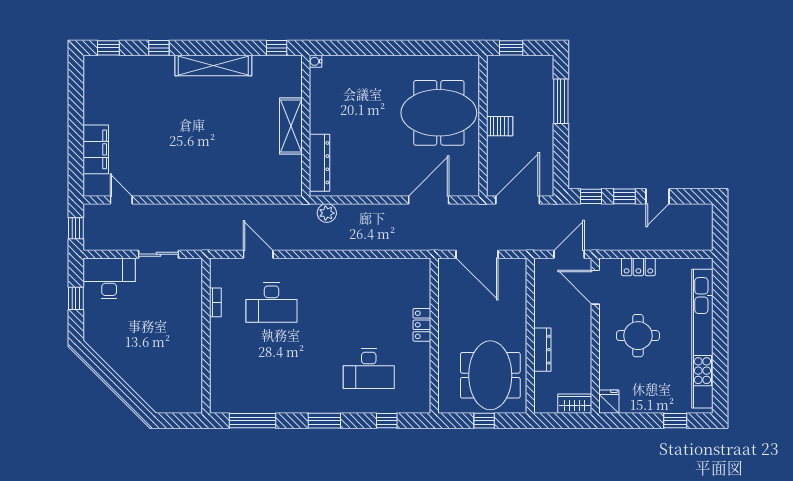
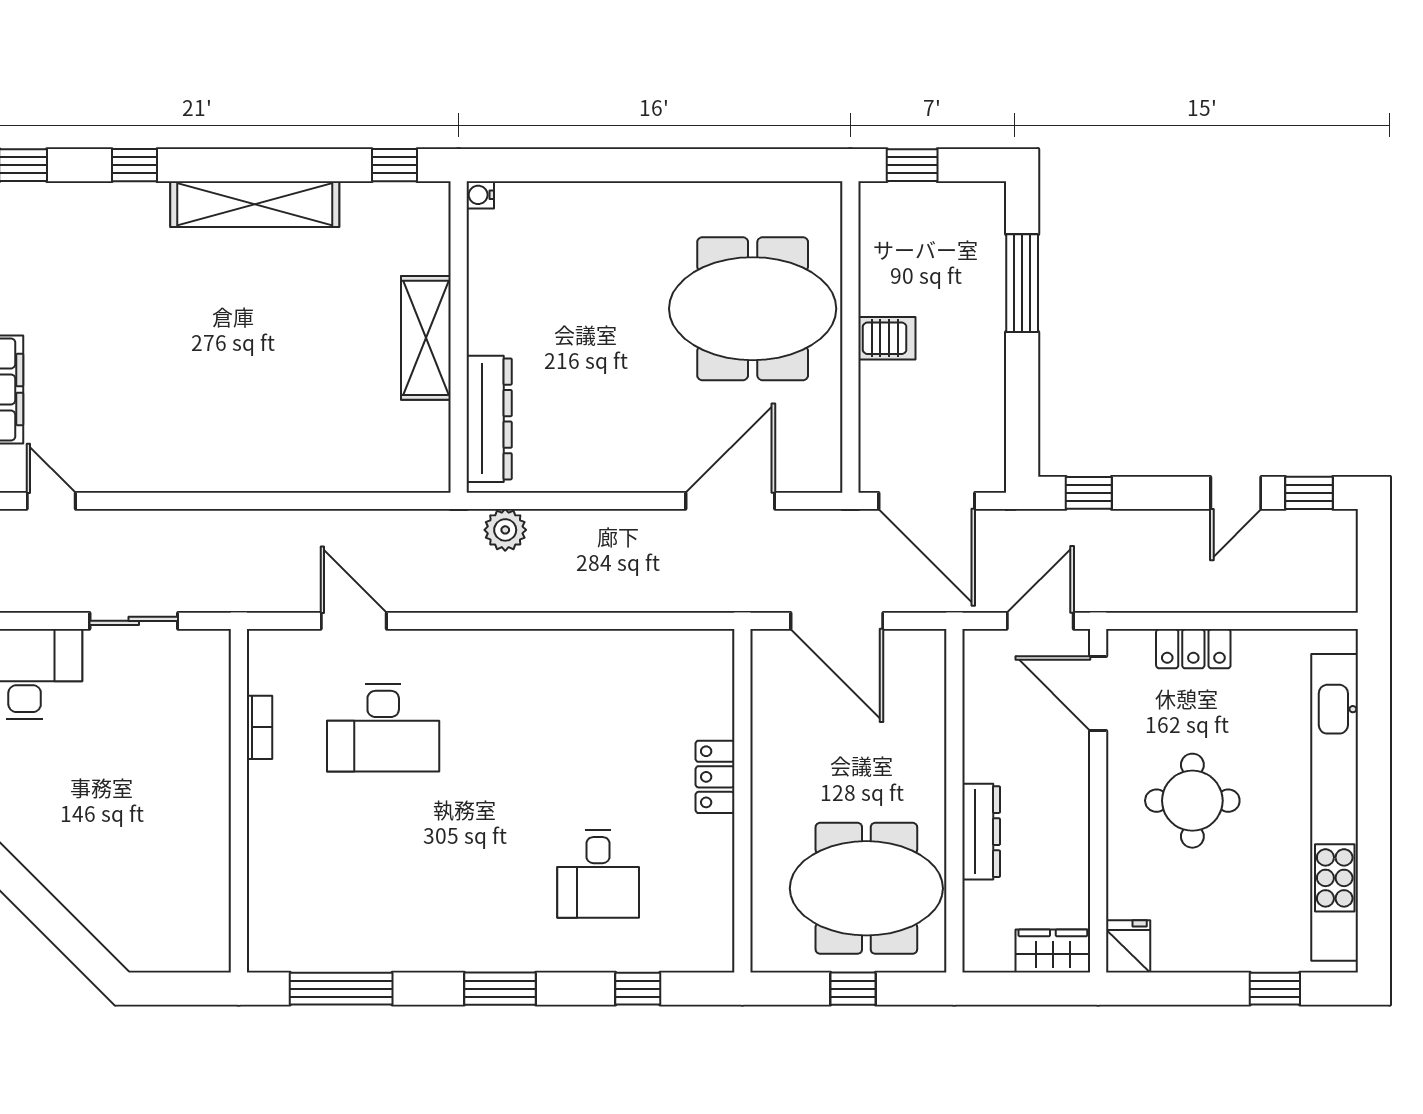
window: (624, 196) -> (1309, 493), moved
door: (518, 200) -> (927, 501), swing flipped
desk: (369, 369) -> (598, 874), width x0.73
meeting table: (490, 375) -> (866, 888), turned 90

